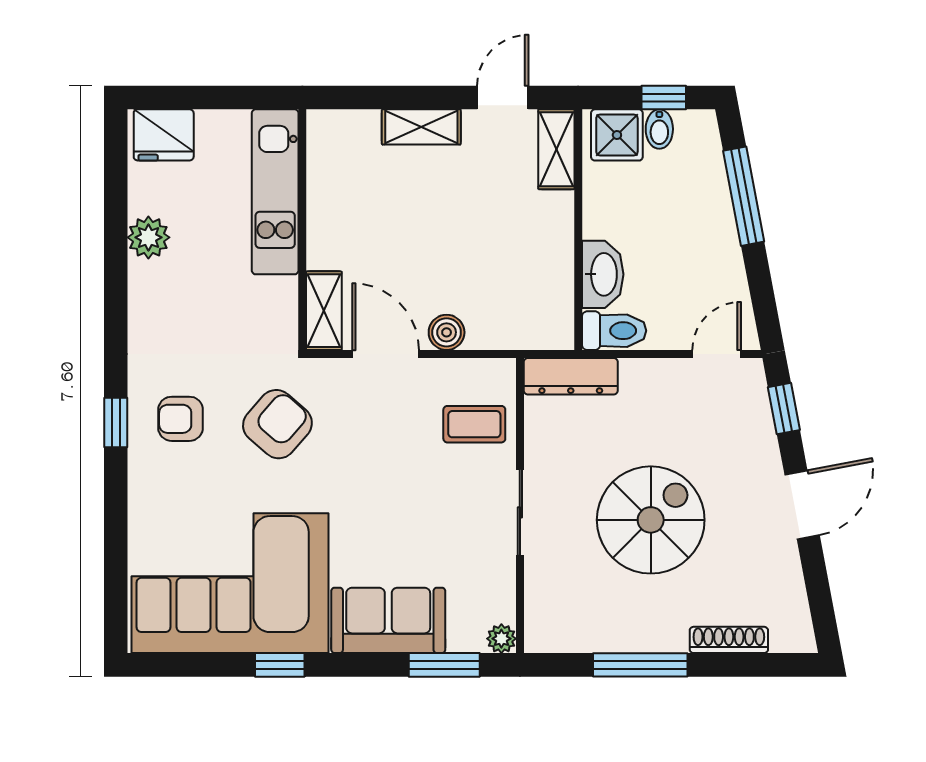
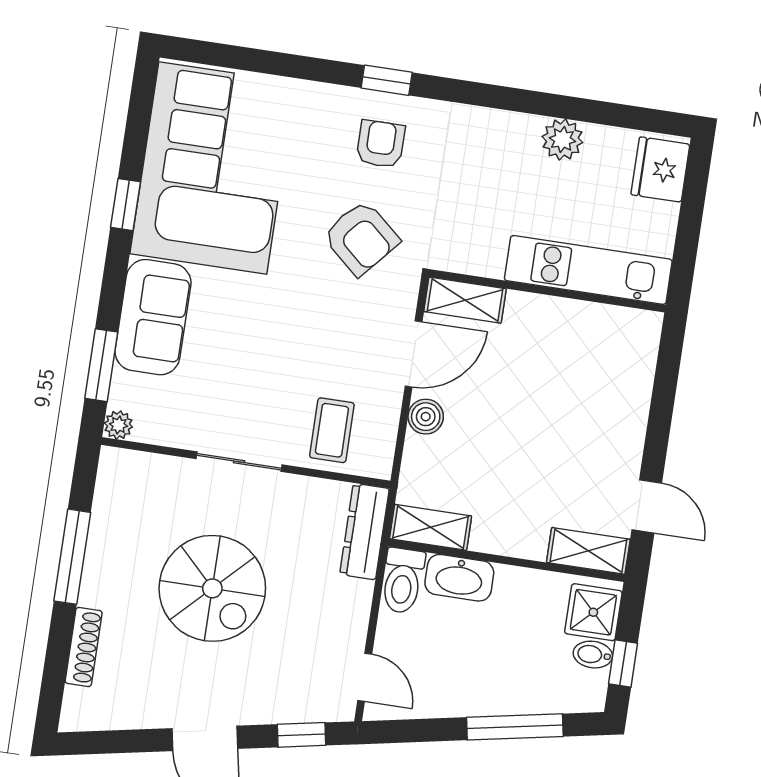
shelving: (421, 127) -> (431, 527), moved, turned 90

